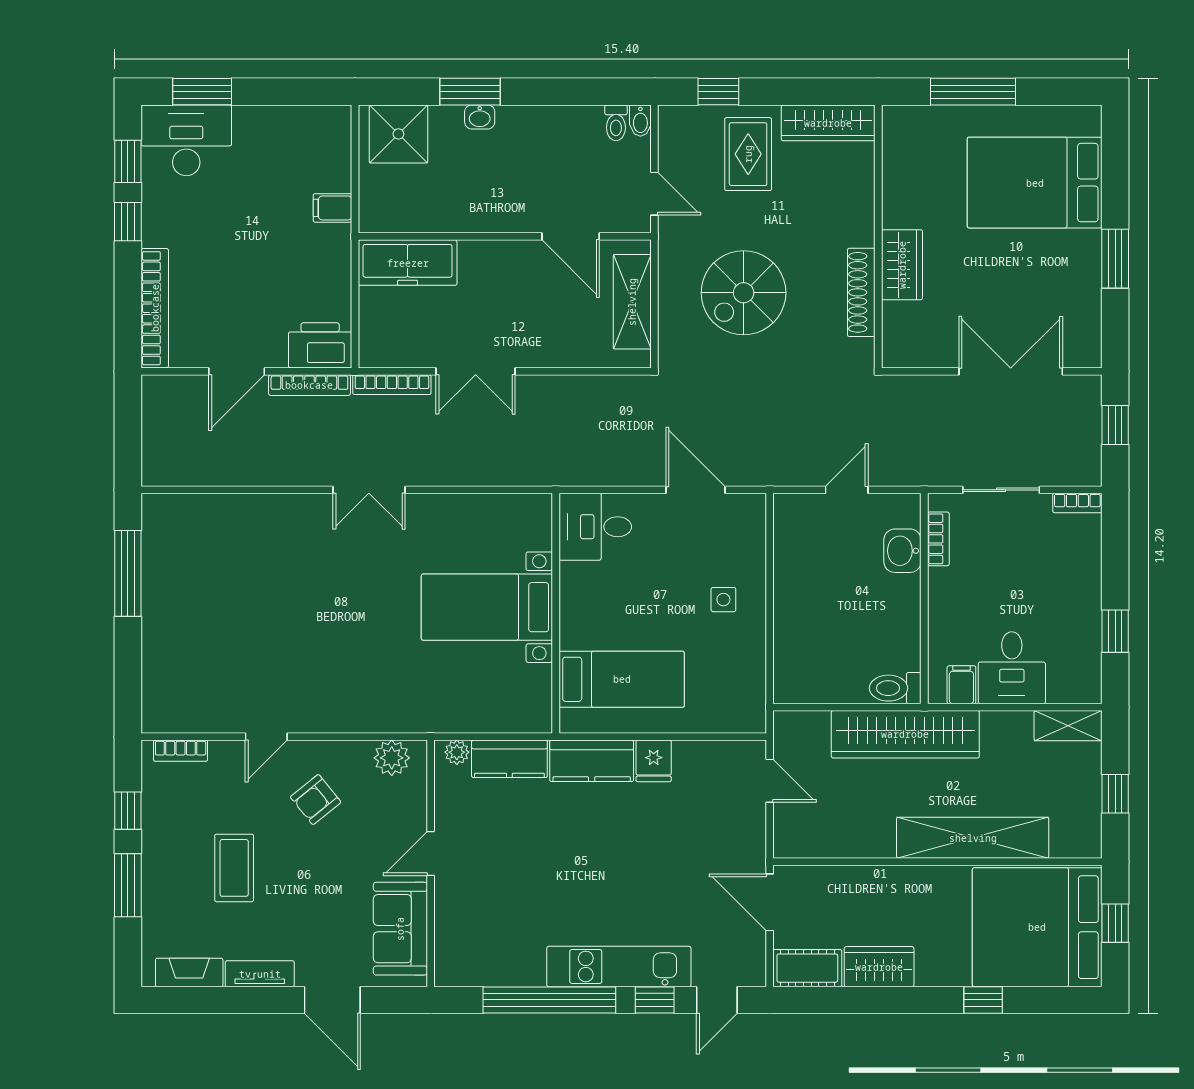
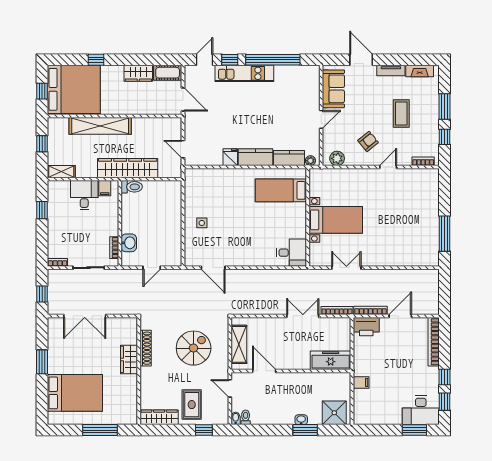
desk: (595, 527) -> (292, 253), moved
bed with nightstands: (487, 607) -> (336, 220), moved
wall: (556, 613) -> (308, 217), moved
bed: (622, 679) -> (281, 190), moved

